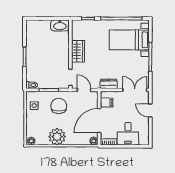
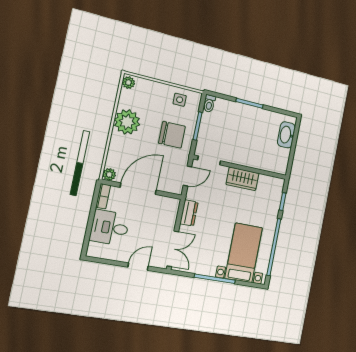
washbasin: (60, 25) -> (286, 135), moved
filing cabinet: (107, 103) -> (163, 205), removed
door: (99, 121) -> (138, 189), hinge flipped

